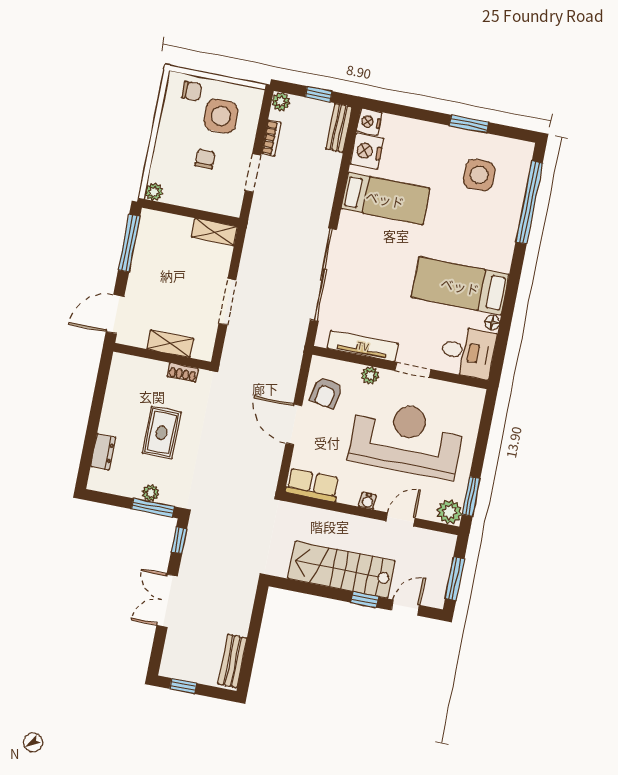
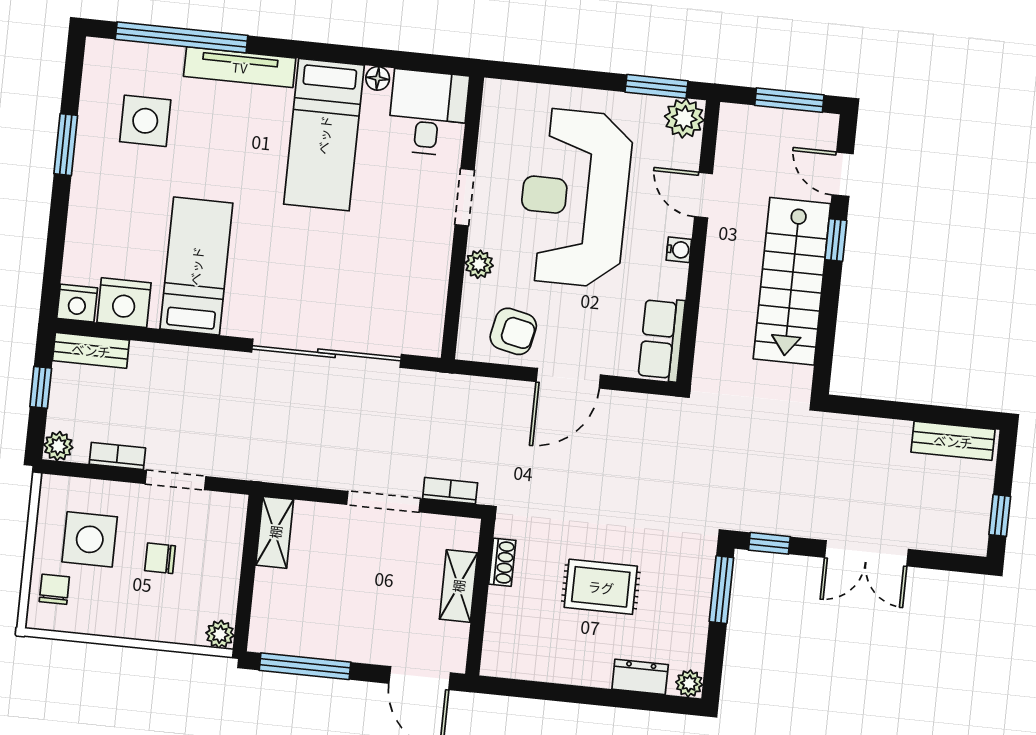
bookcase: (230, 344) -> (450, 491), added
tv unit: (363, 346) -> (240, 67), moved, turned -90
plant: (151, 493) -> (689, 683), moved

